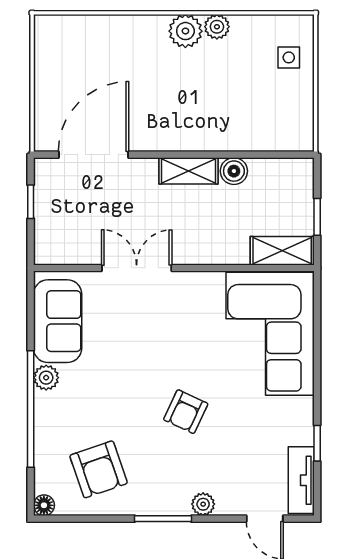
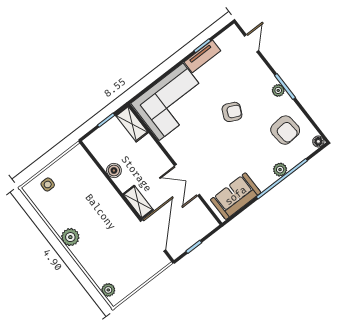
plant: (217, 27) -> (108, 290), moved
door: (94, 155) -> (153, 236), swing flipped
shelving: (189, 171) -> (138, 202), moved
plant: (46, 378) -> (280, 170), moved
armchair: (99, 469) -> (285, 130), turned 104
tv unit: (301, 480) -> (202, 56), moved
plant: (203, 504) -> (278, 90), moved

